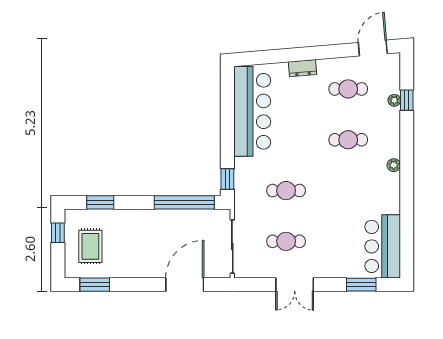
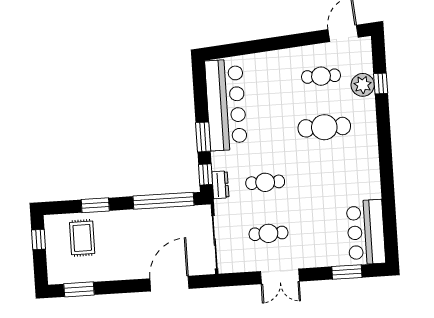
dresser: (303, 68) -> (220, 185), moved, turned -85
plant: (394, 100) -> (363, 85), width x1.88, depth x1.88
cafe table: (348, 140) -> (324, 127), width x1.37, depth x1.35
window: (227, 142) -> (203, 137), added
plant: (394, 165) -> (372, 150), removed
window: (100, 202) -> (95, 205), moved
rug: (90, 246) -> (82, 238), moved

